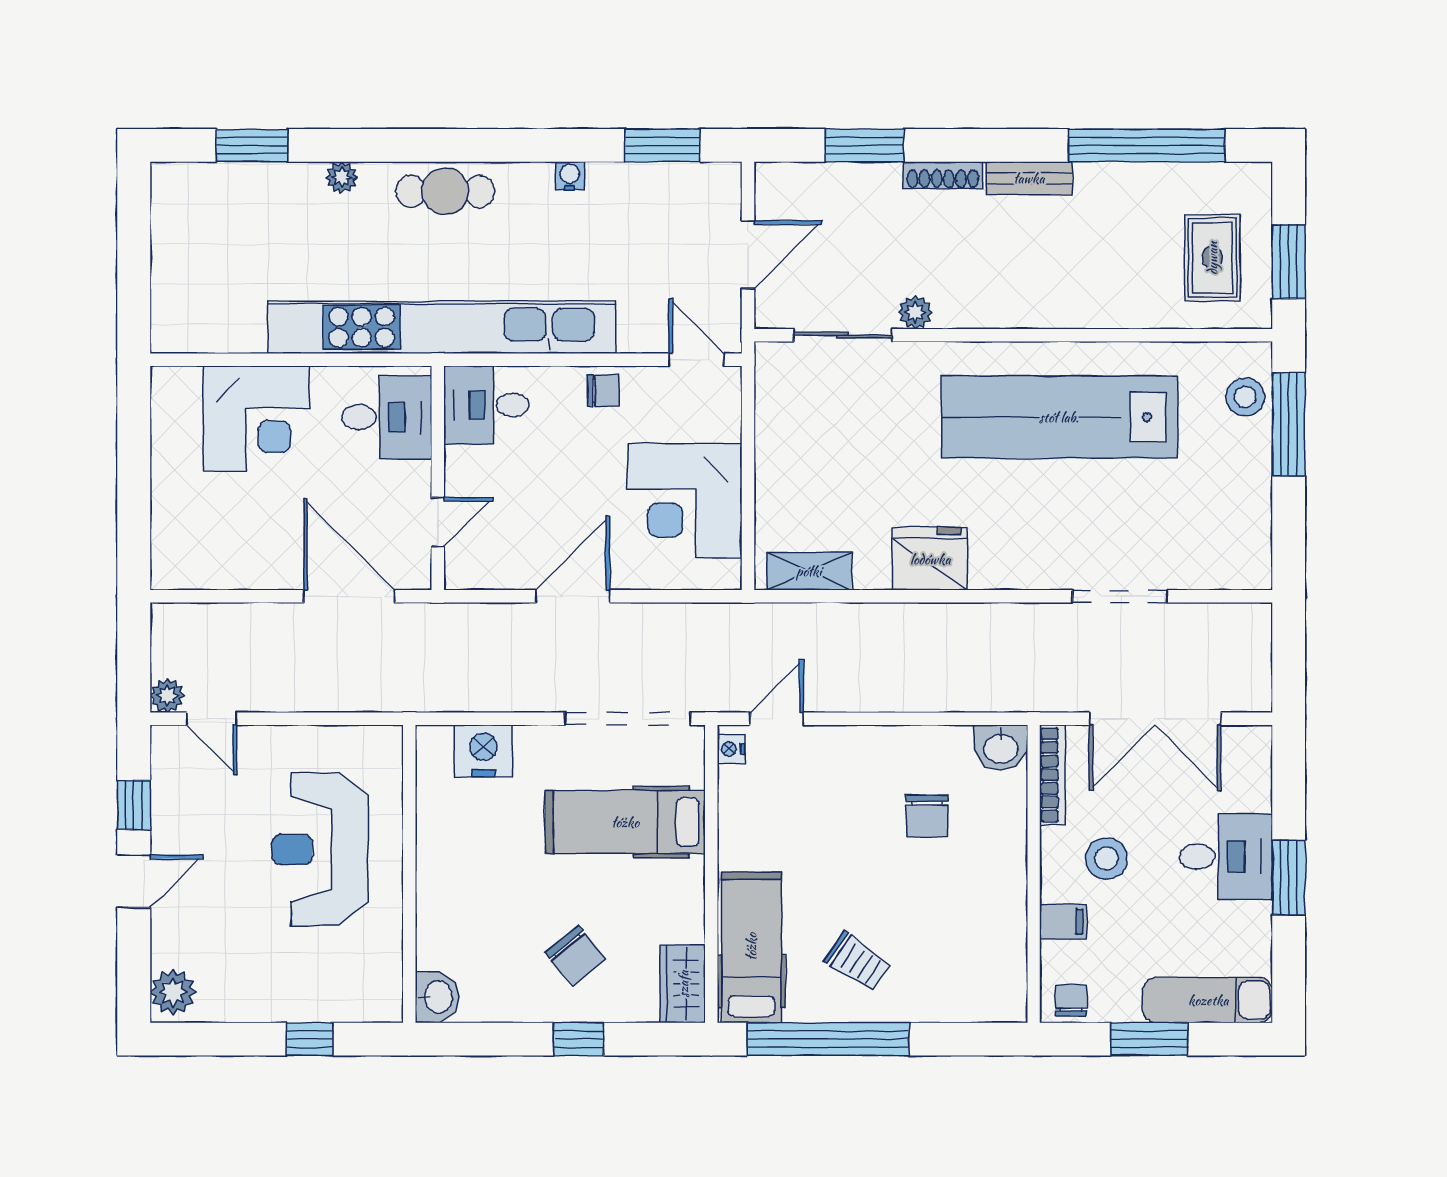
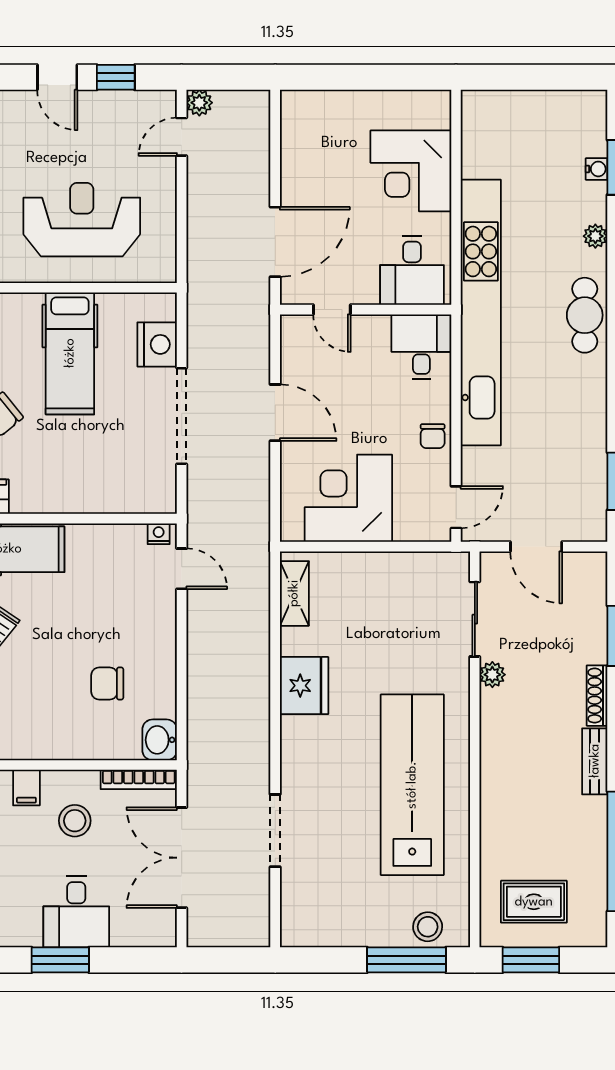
water cooler: (570, 176) -> (596, 169), moved
doorway: (627, 719) -> (182, 416), moved
hospital bed: (625, 822) -> (70, 353), moved, turned 180

